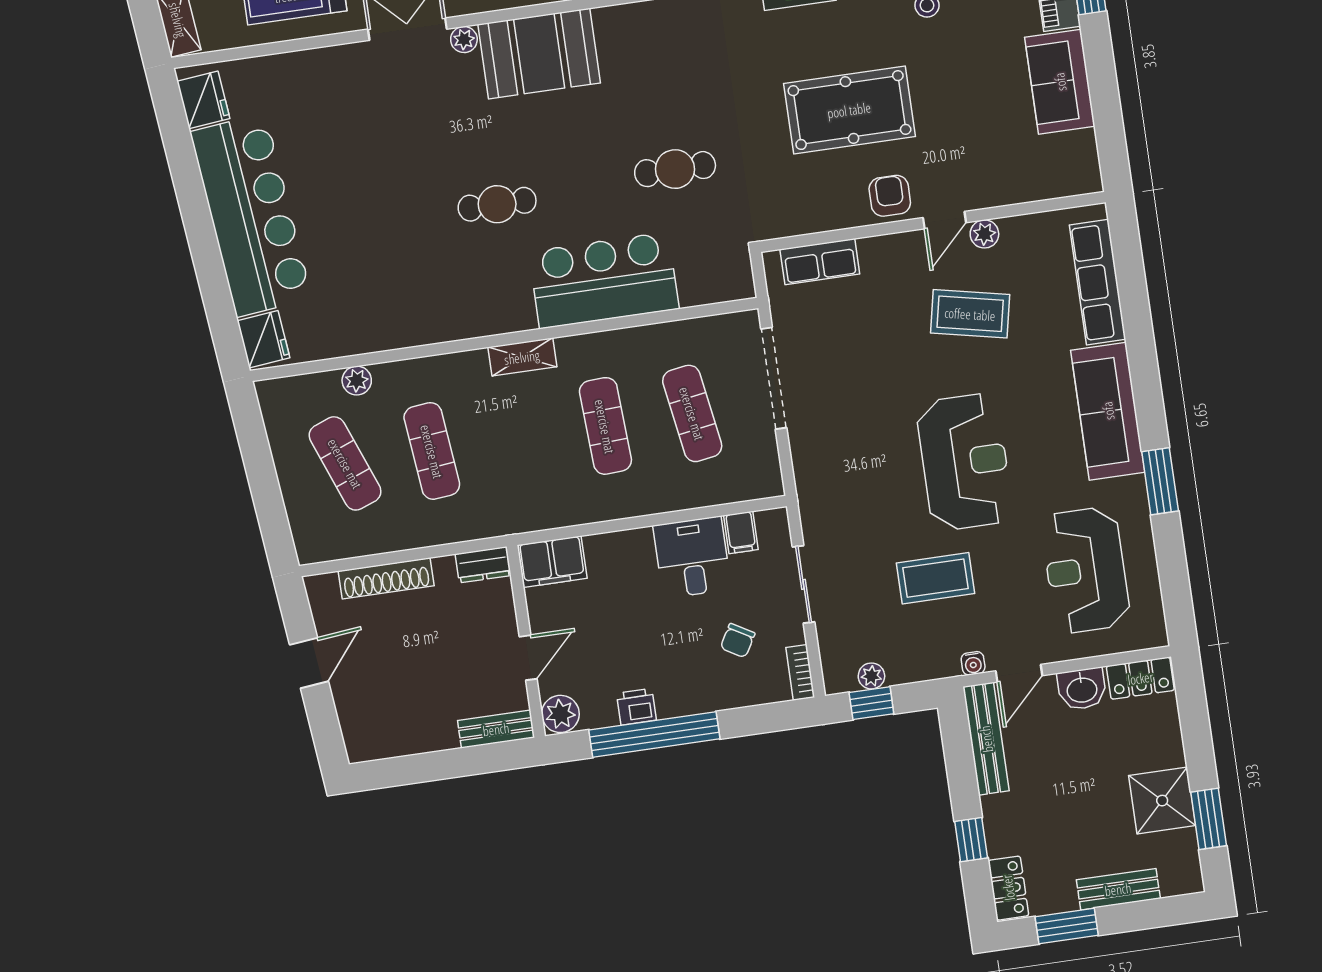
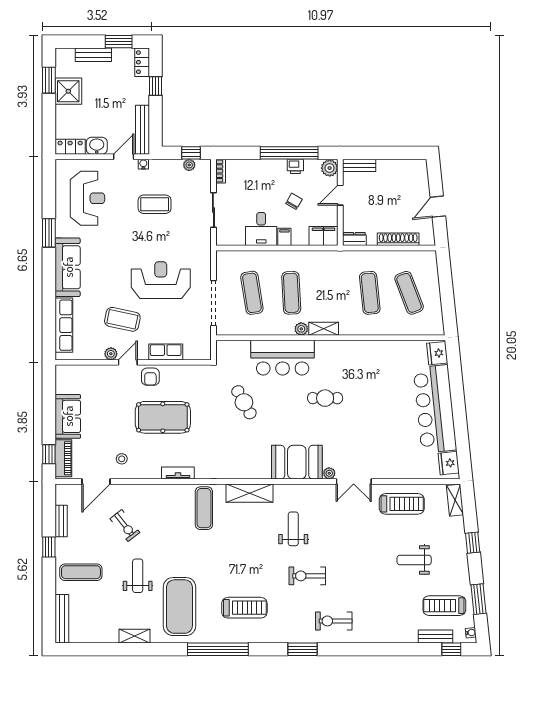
cafe table: (675, 169) -> (244, 402), turned 61
row of seats: (820, 262) -> (166, 352), moved
plant: (357, 381) -> (301, 329), moved
reception desk: (965, 462) -> (161, 280), moved, turned 90
filing cabinet: (741, 532) -> (284, 237), moved
chair: (738, 641) -> (294, 201), moved

